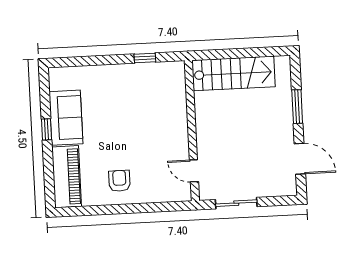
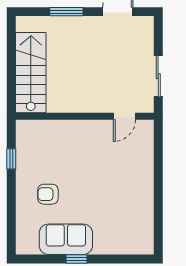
piano: (67, 177) -> (124, 242), removed
armchair: (119, 181) -> (48, 194), moved

